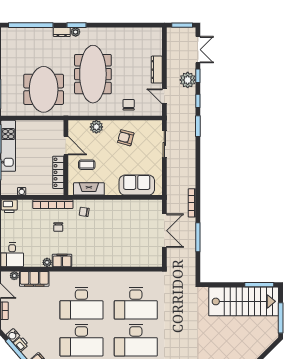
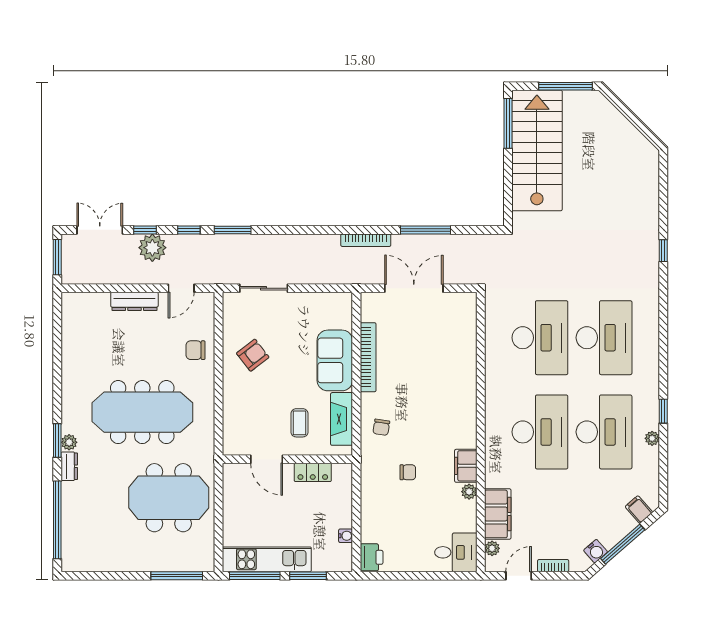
plant: (96, 127) -> (234, 406), removed
armchair: (126, 138) -> (253, 355), turned -143
door: (66, 146) -> (267, 459), swing flipped
locker: (58, 172) -> (313, 472), width x0.66
sofa: (137, 185) -> (335, 360), moved
bookcase: (53, 204) -> (368, 357), moved
printer: (21, 344) -> (611, 537), removed

